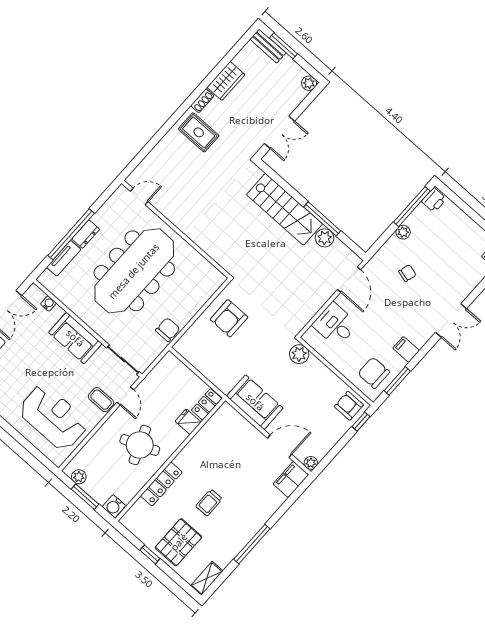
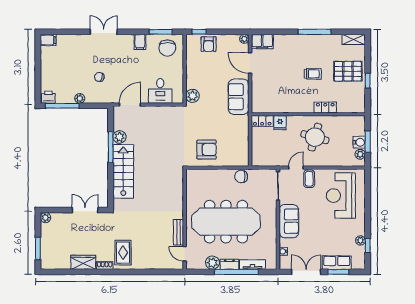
bench: (268, 46) -> (178, 232), moved
plant: (103, 218) -> (212, 263), added
armchair: (349, 406) -> (209, 44), moved
round table: (140, 445) -> (315, 137), turned 38
locker: (161, 484) -> (325, 108), width x0.66
water cooler: (114, 506) -> (359, 142), moved

